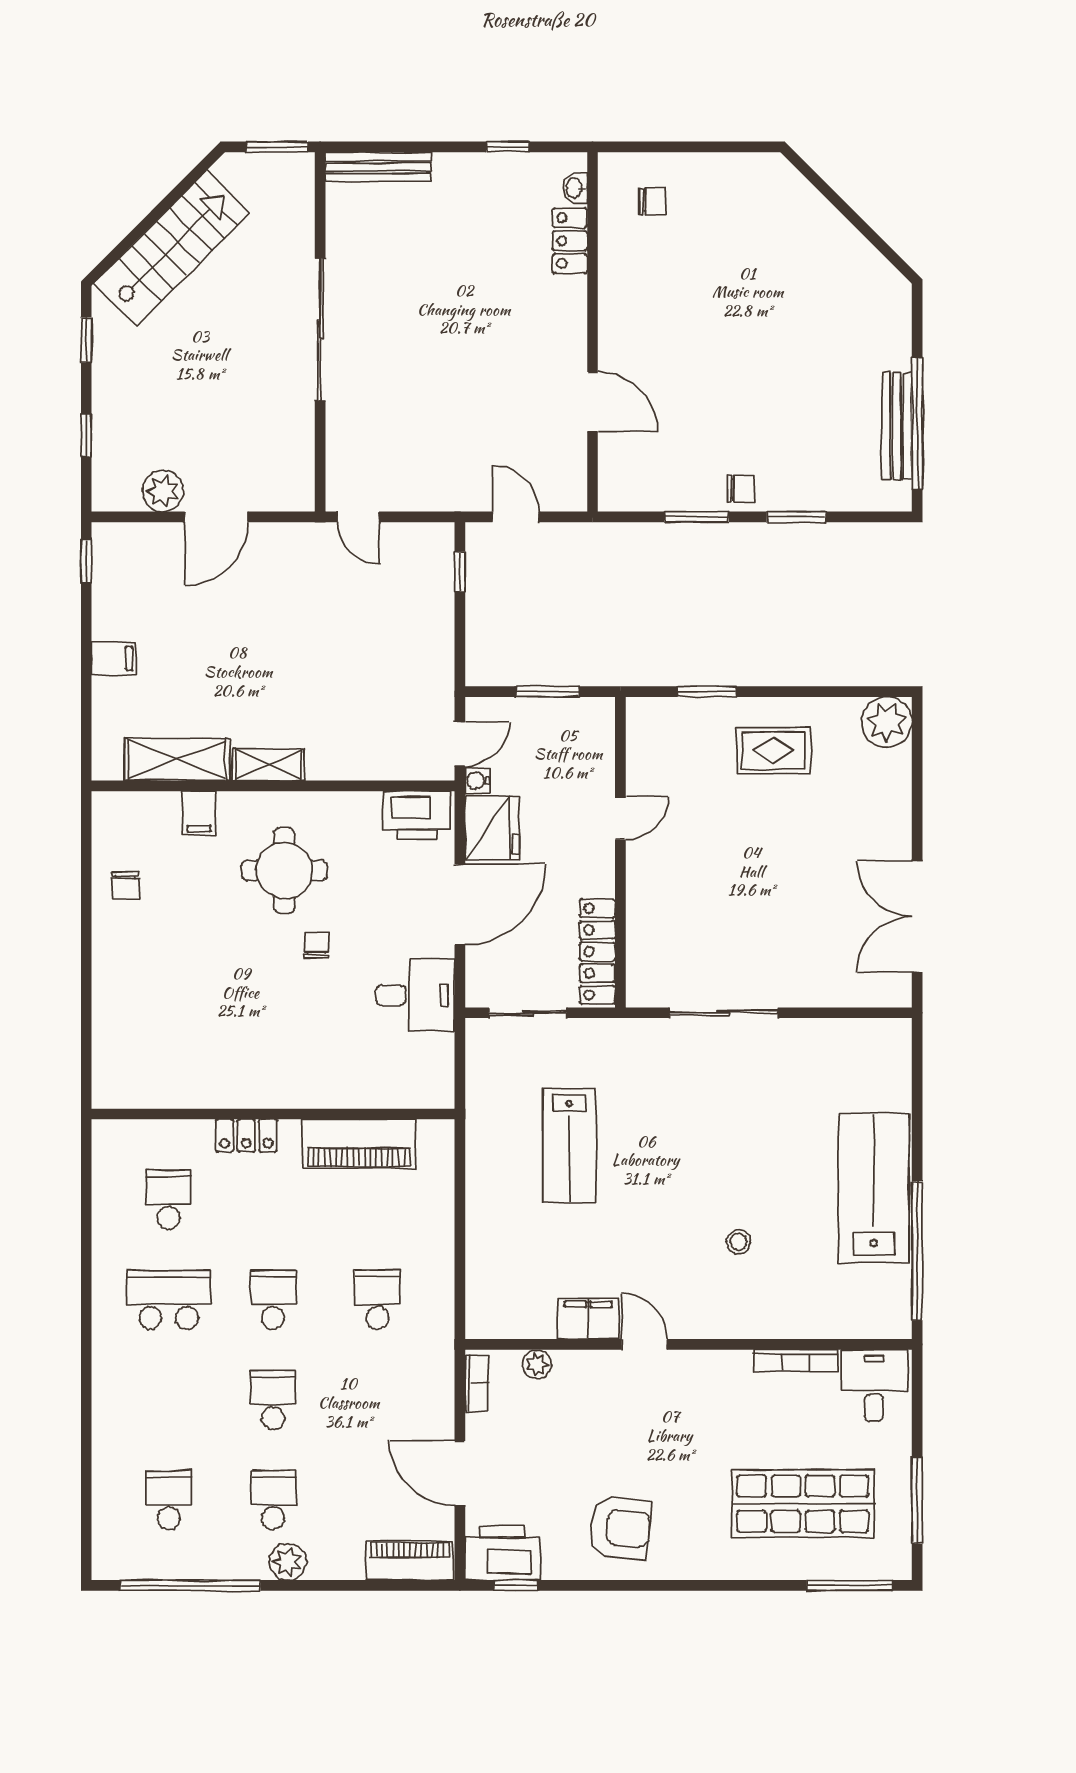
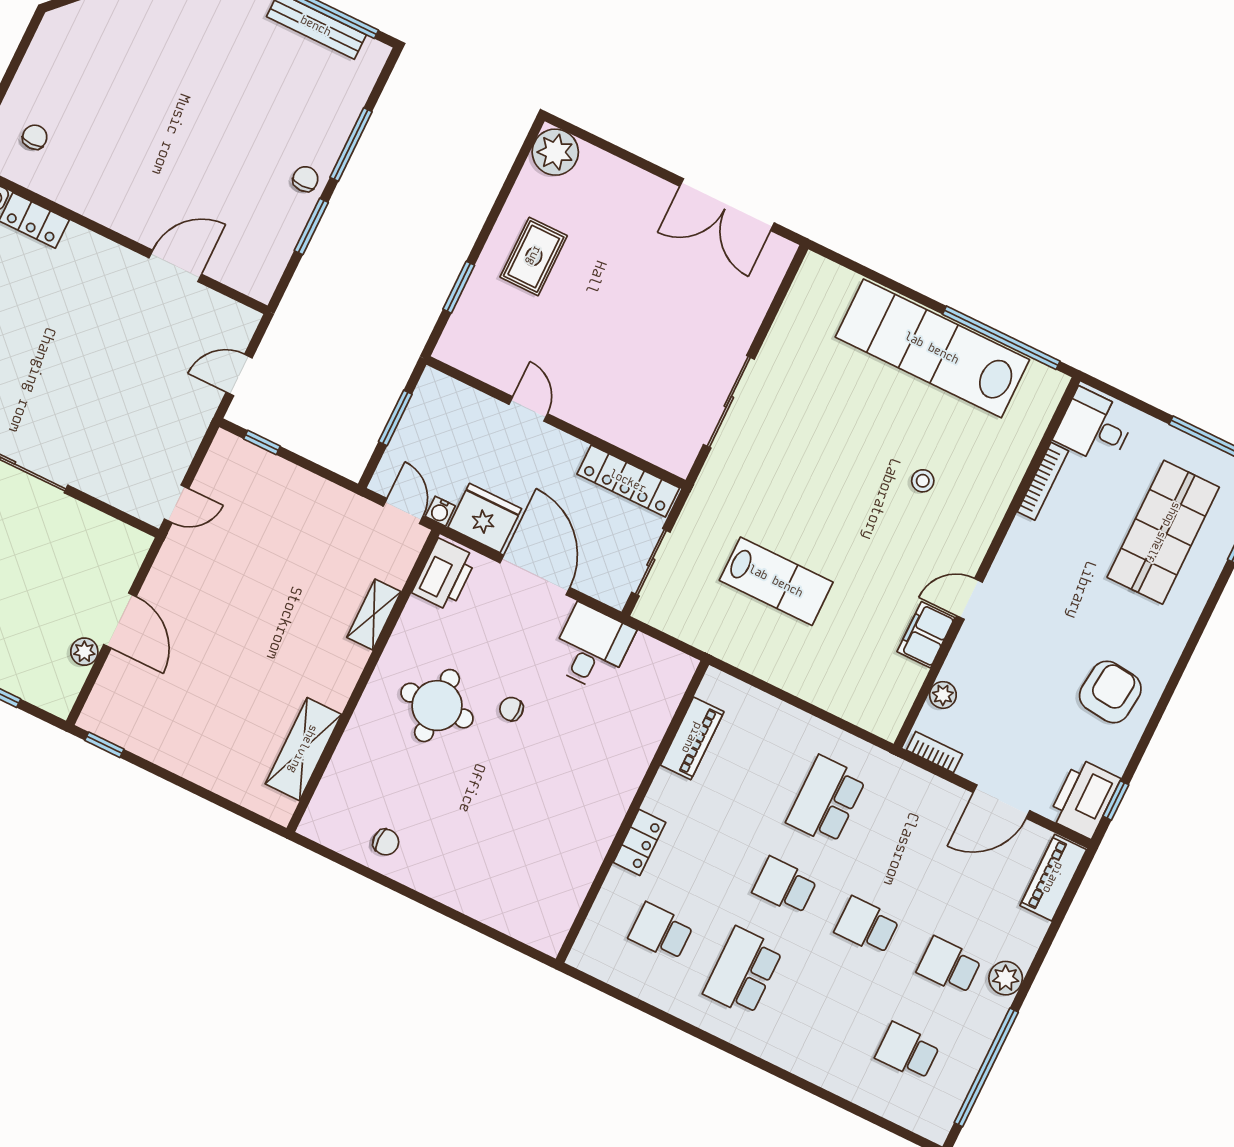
plant: (163, 491) -> (84, 652), width x0.73, depth x0.73
window: (796, 517) -> (351, 145), width x1.44
filing cabinet: (114, 658) -> (195, 761), removed
shelving: (268, 765) -> (374, 614), moved
filing cabinet: (199, 813) -> (356, 753), removed
piano: (359, 1144) -> (692, 738), width x0.73, depth x0.75
lab bench: (874, 1188) -> (932, 348), width x1.36
school desk: (377, 1300) -> (826, 800), width x1.85

